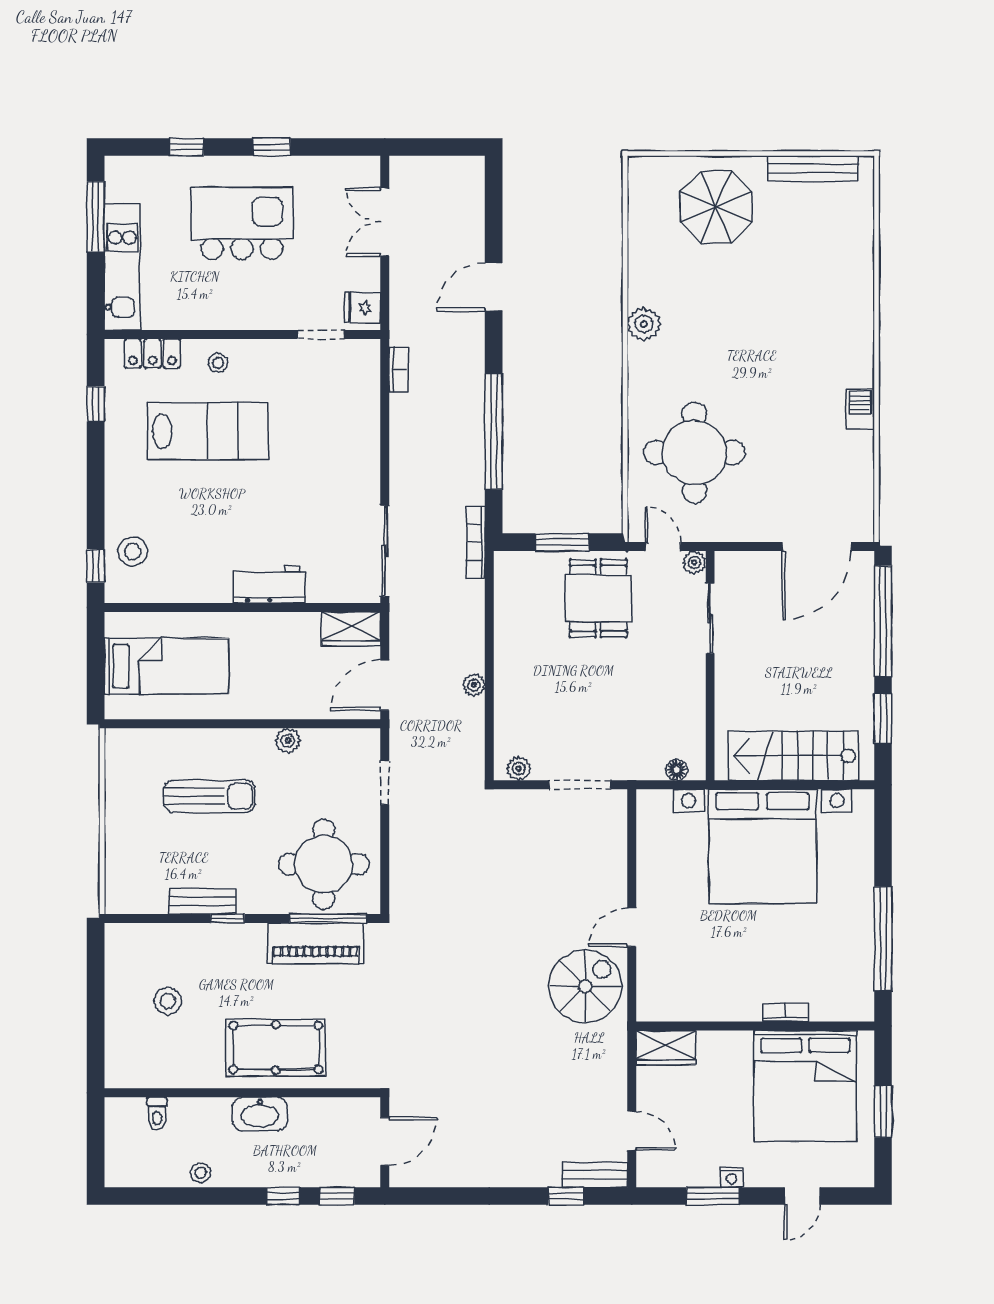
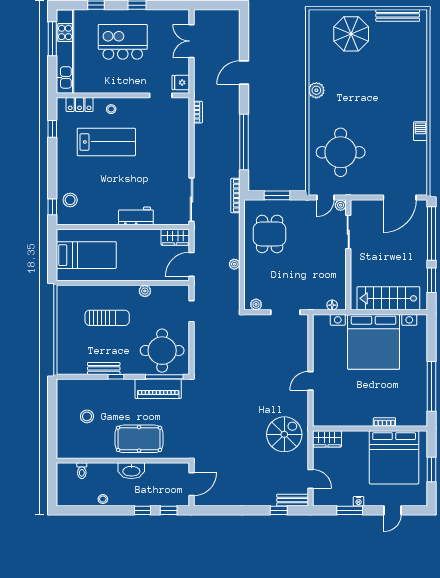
kitchen unit: (122, 267) -> (65, 52), width x1.36
door: (663, 547) -> (326, 198), swing flipped
dining table: (598, 598) -> (270, 234), moved
spiral stairs: (585, 986) -> (284, 434), moved

